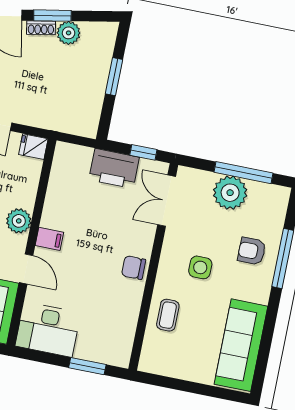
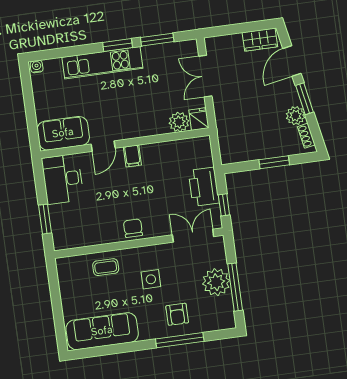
shoe rack: (41, 28) -> (306, 136), moved
plant: (19, 221) -> (179, 122), moved
armchair: (252, 251) -> (177, 314), turned 180

